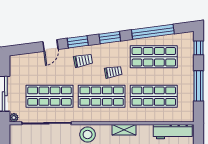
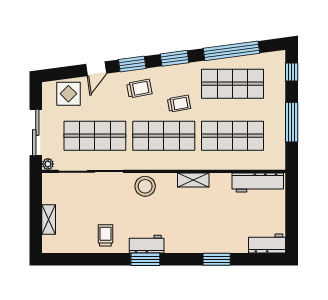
display table: (29, 64) -> (68, 94), added

